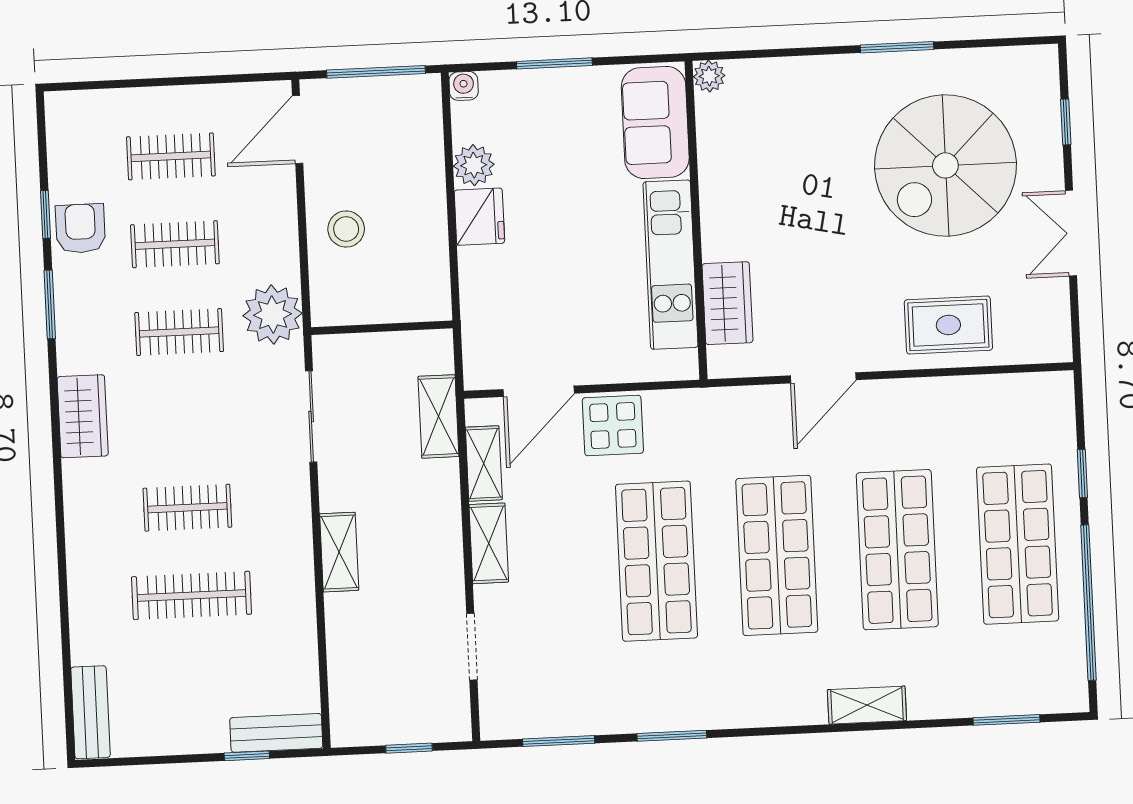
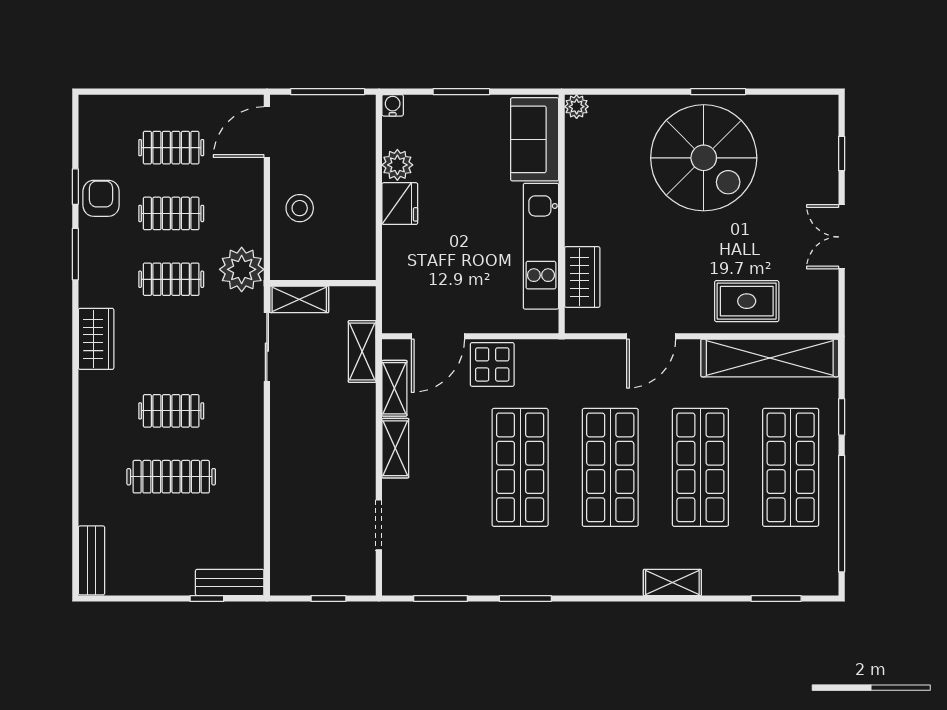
spiral stairs: (945, 165) -> (704, 158), moved, turned -90
shelving: (983, 399) -> (770, 358), added
shelving: (339, 552) -> (299, 299), moved, turned 90

